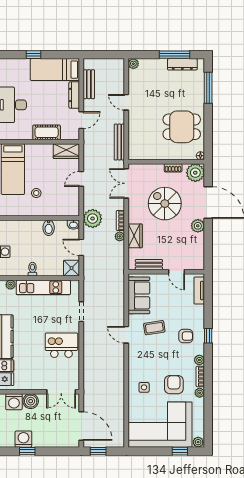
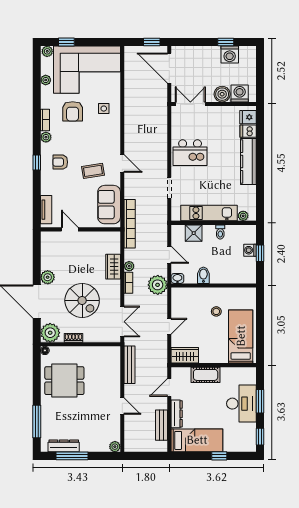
bench: (149, 265) -> (99, 237), removed
shower: (72, 268) -> (194, 233), moved
bookcase: (119, 277) -> (130, 224), added
plant: (200, 393) -> (46, 80), moved

